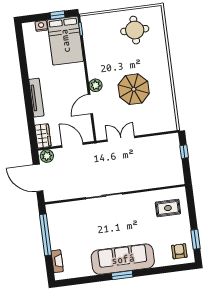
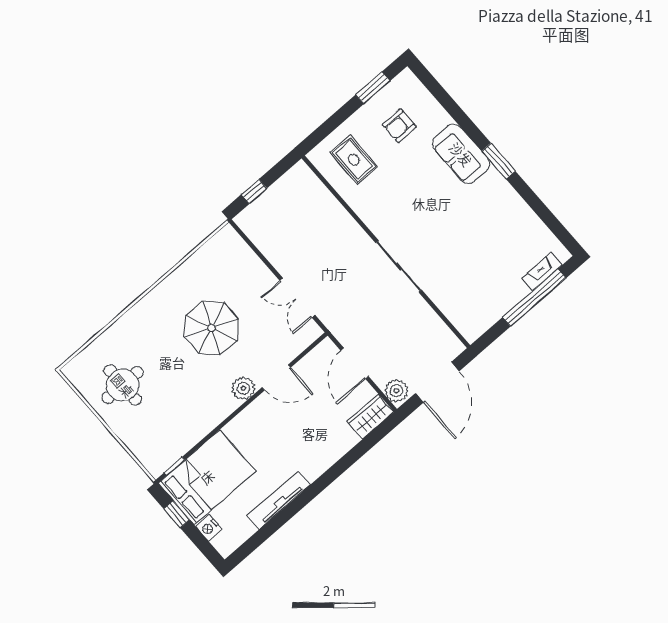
tv unit: (36, 98) -> (279, 500), moved
window: (45, 235) -> (534, 298), moved
armchair: (179, 251) -> (399, 126), moved
sofa: (123, 259) -> (461, 154), width x0.54, depth x0.79

